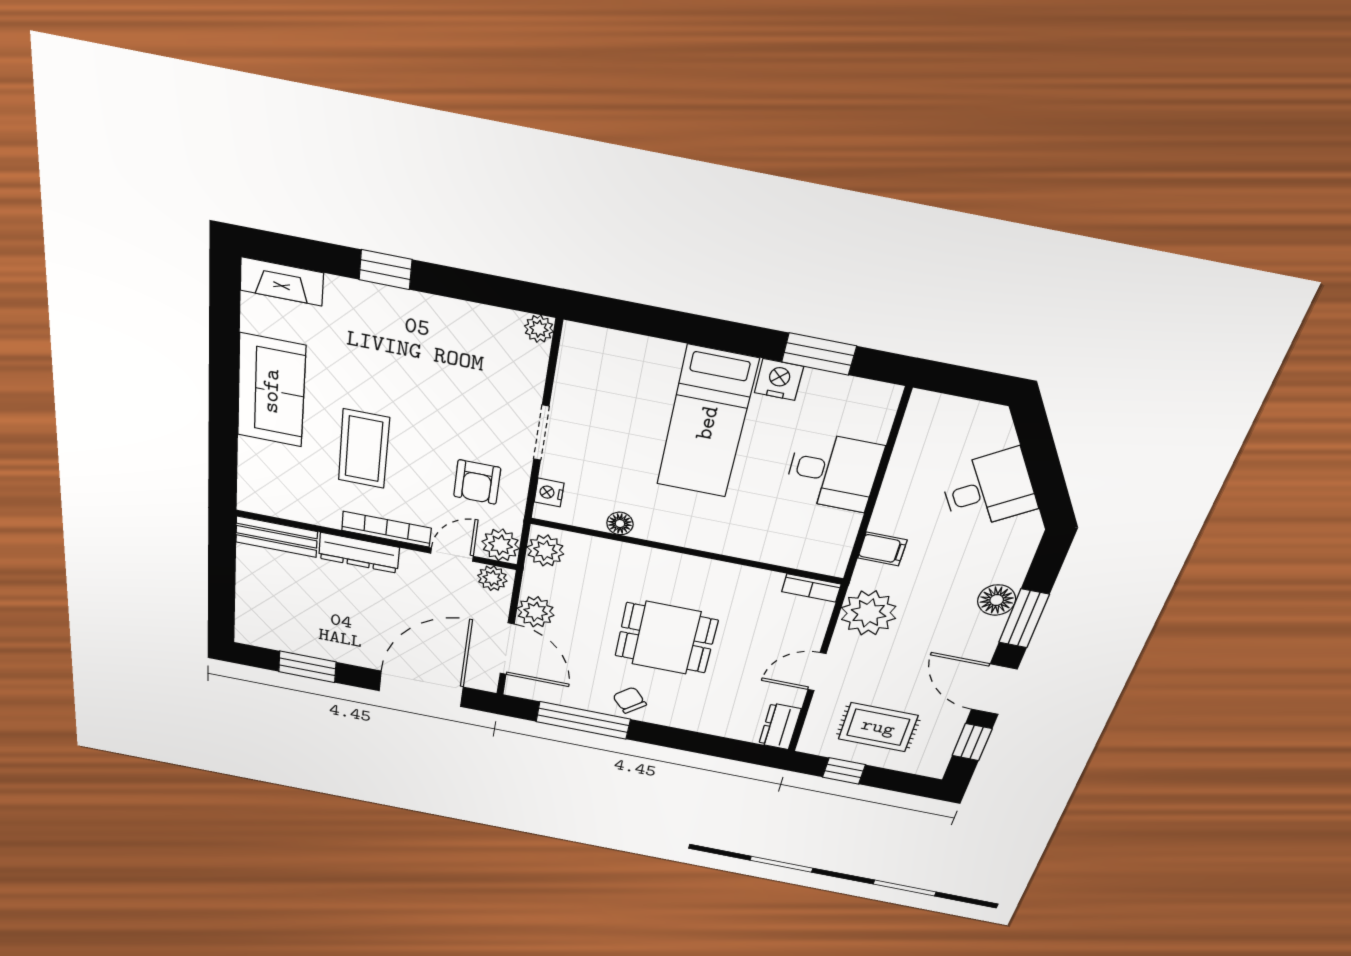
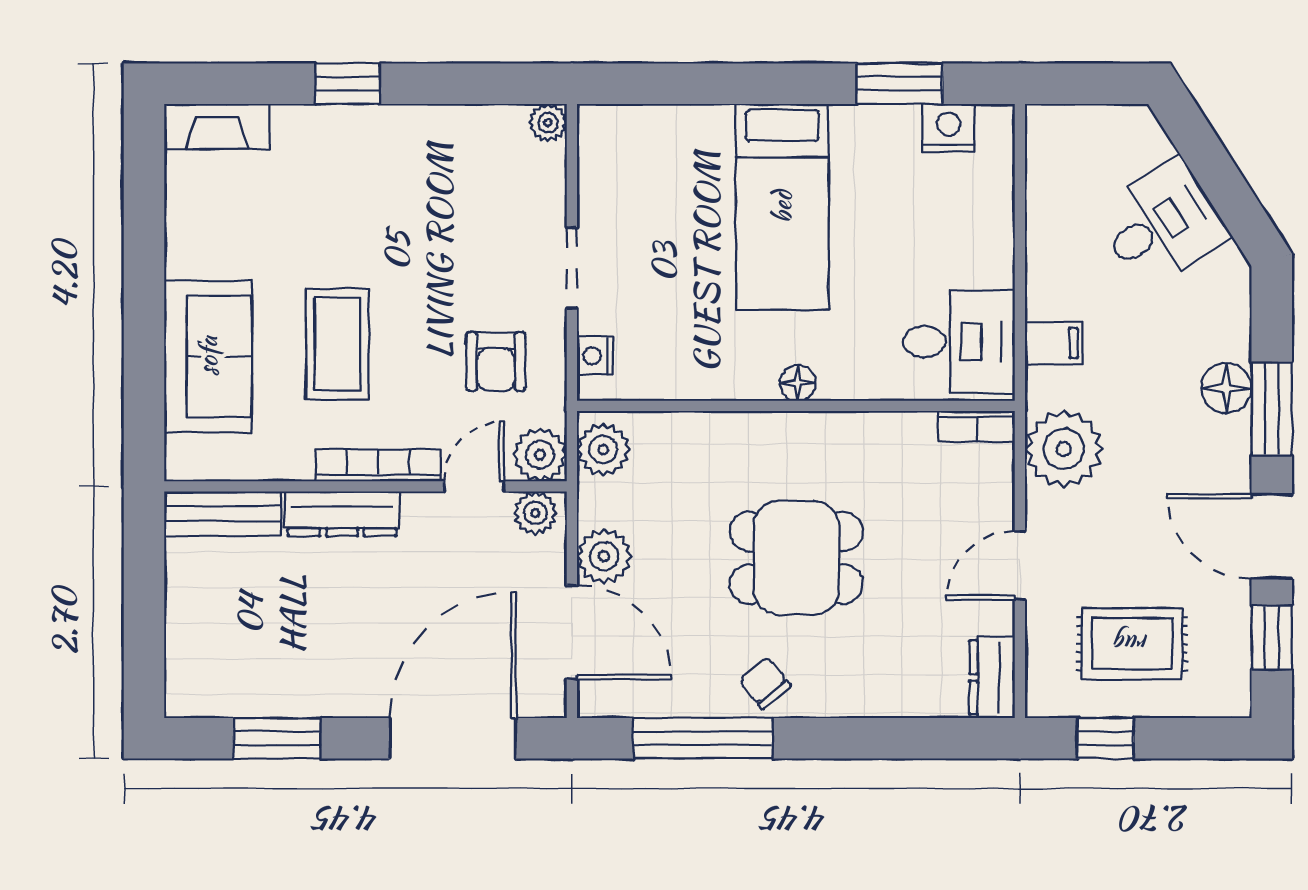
nightstand: (779, 380) -> (949, 128), moved
sofa: (271, 391) -> (208, 356), moved
desk: (833, 472) -> (959, 342), moved
floor lamp: (620, 524) -> (798, 383), moved

